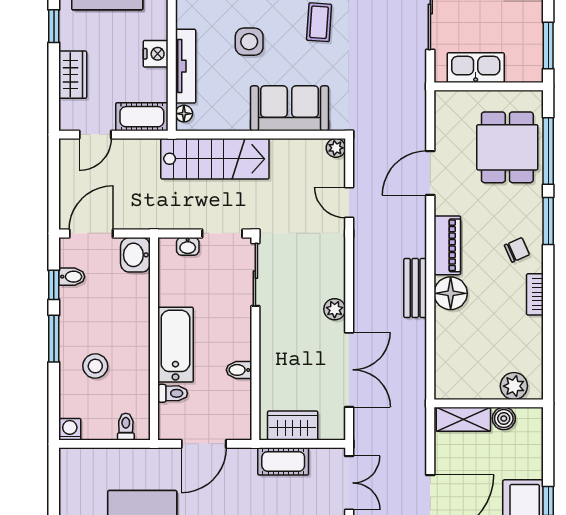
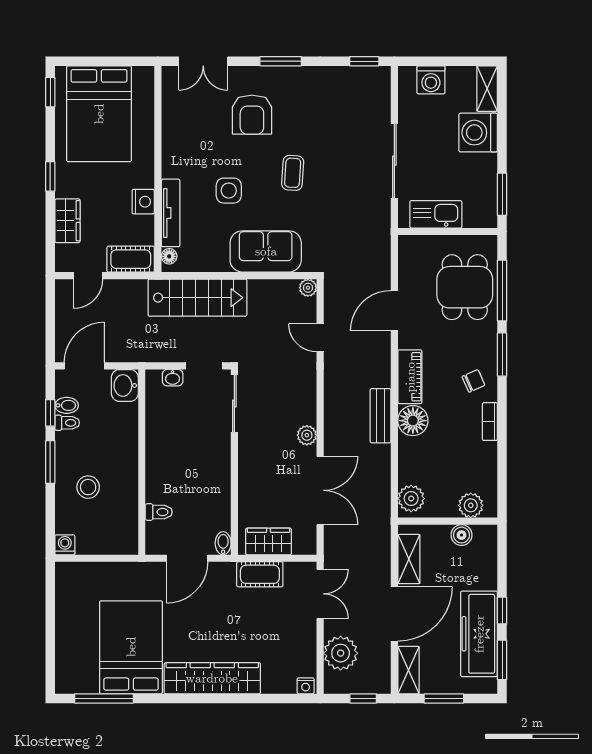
bathtub: (175, 345) -> (161, 468), removed
bidet: (239, 370) -> (223, 543), moved, turned 90
plant: (449, 379) -> (411, 499), added
shelving: (463, 419) -> (409, 559), moved, turned 90
toilet: (126, 427) -> (67, 423), moved, turned 90

